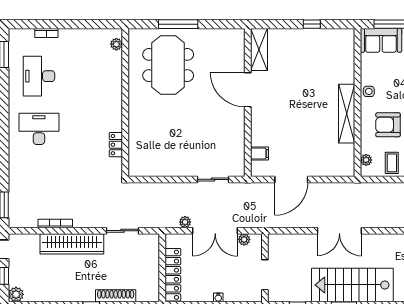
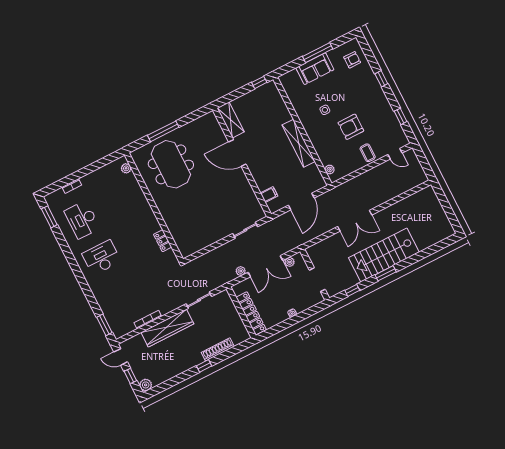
wall: (357, 103) -> (302, 131), moved
shelving: (347, 114) -> (299, 143), moved
plant: (366, 160) -> (330, 169), moved

